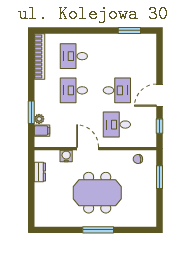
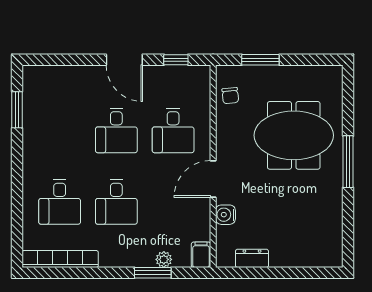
desk: (117, 90) -> (116, 130), turned 180
filing cabinet: (42, 131) -> (201, 255), moved
meeting table: (97, 193) -> (294, 135), moved, turned 90

